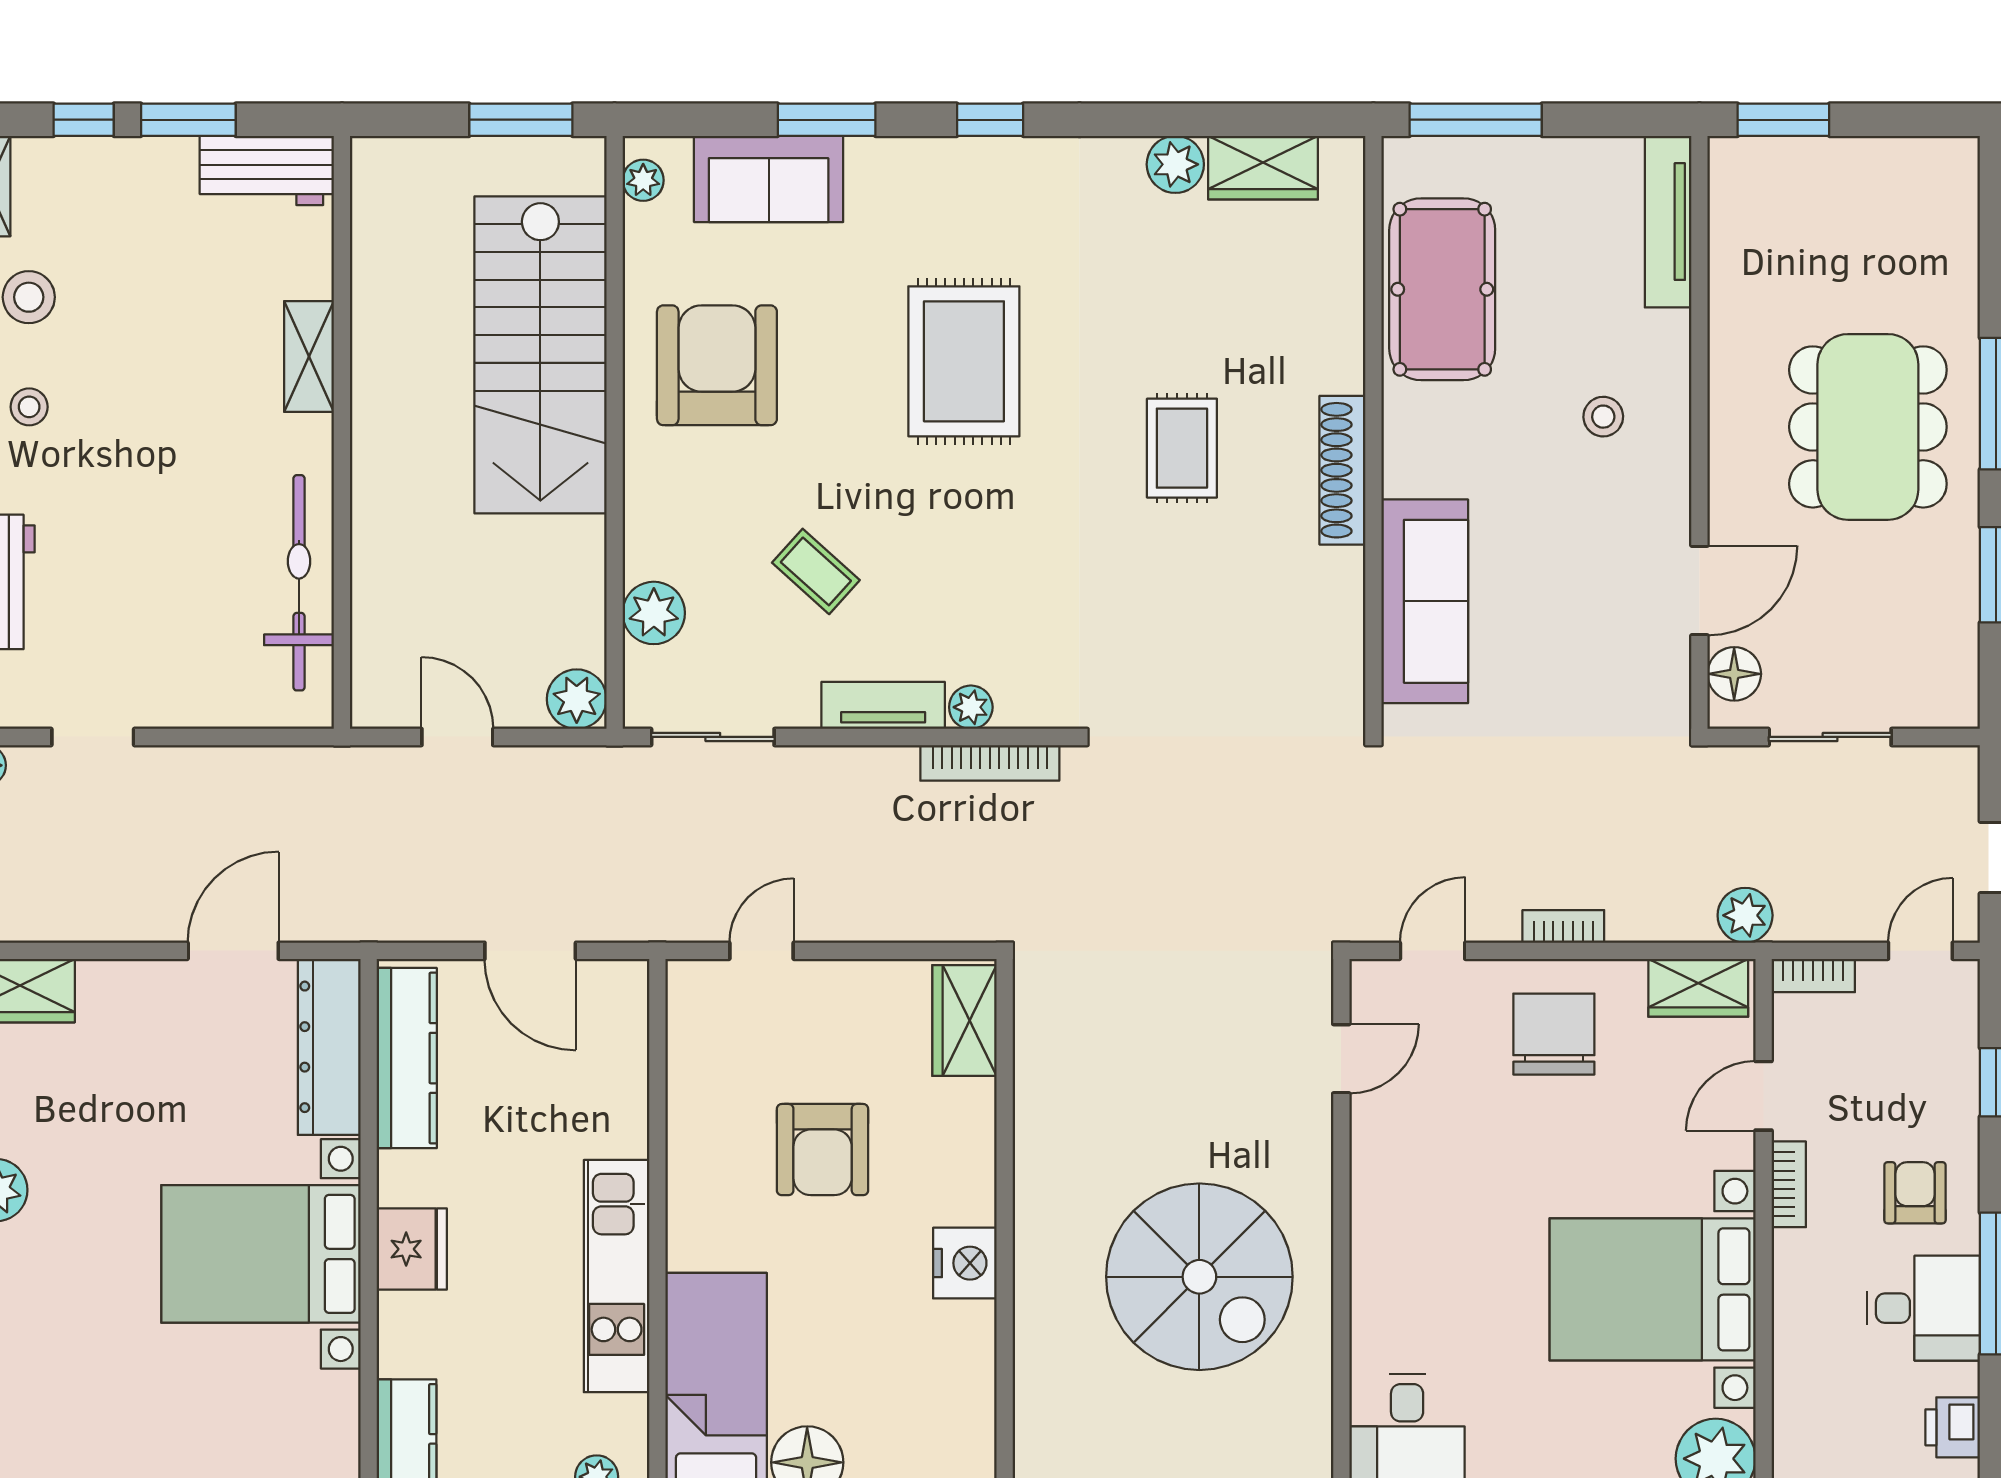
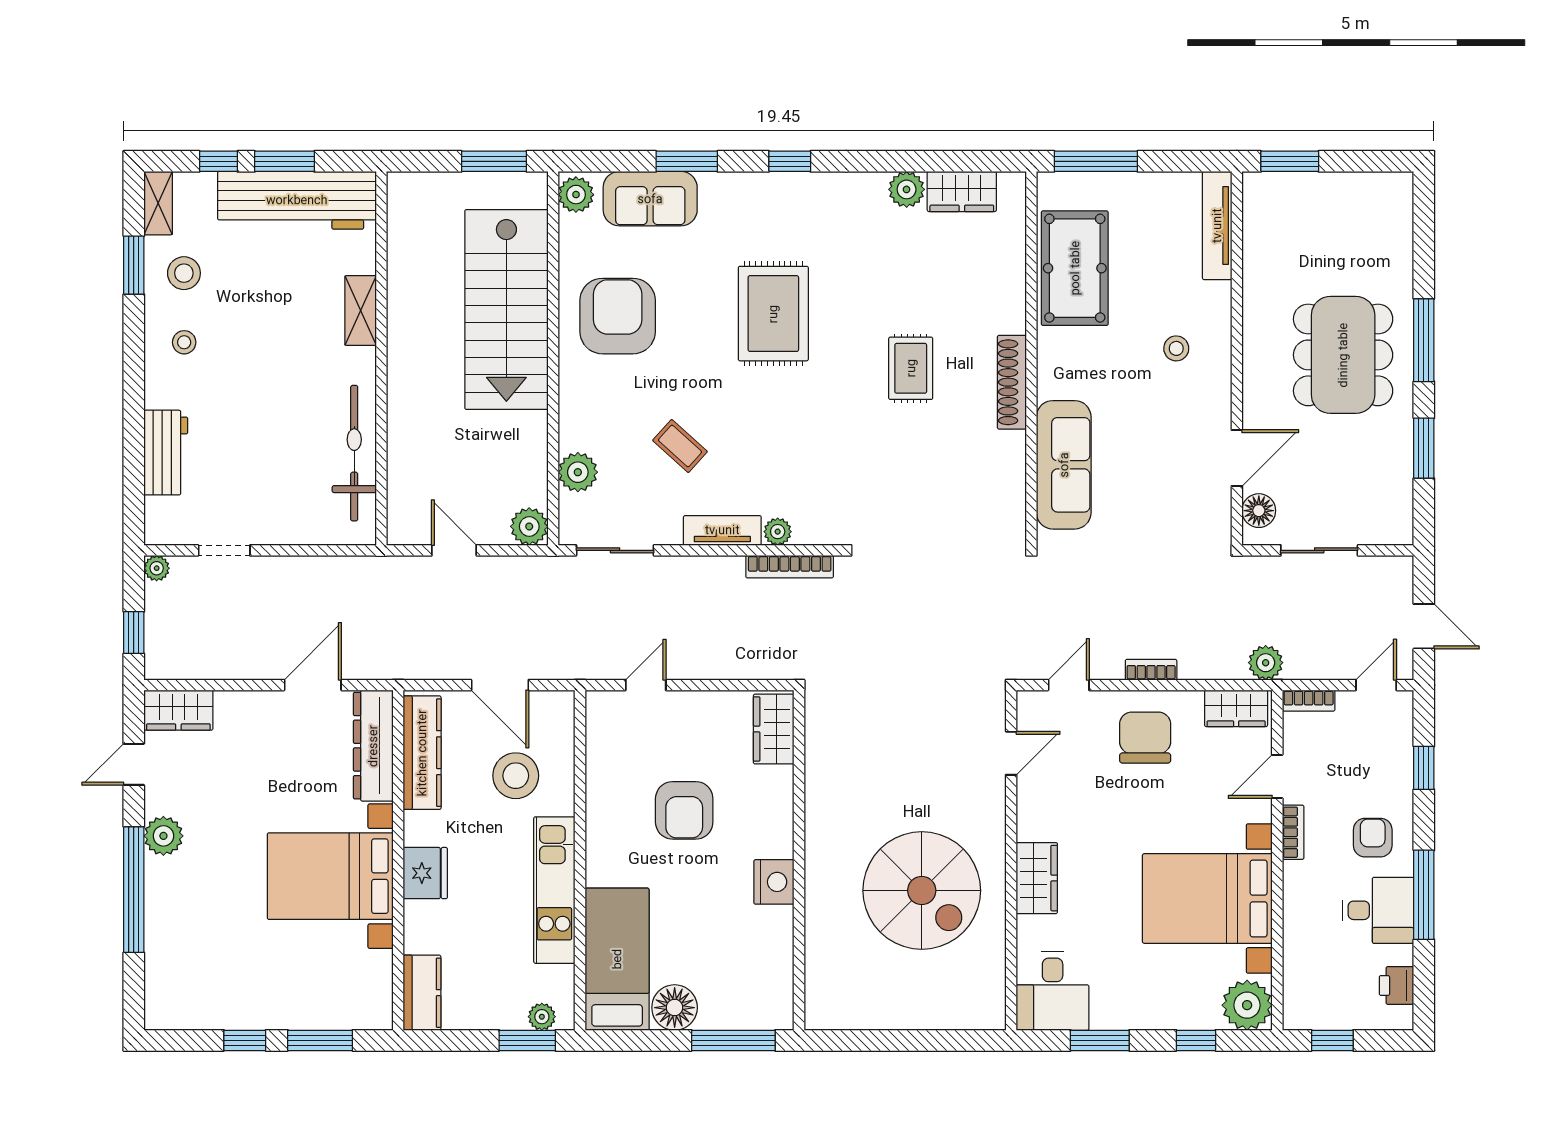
workbench: (267, 170) -> (297, 200), width x1.88, depth x1.32
plant: (643, 180) -> (576, 195), width x1.38, depth x1.38
stool: (555, 1094) -> (516, 776), added
wardrobe: (1382, 1257) -> (1037, 878), added

